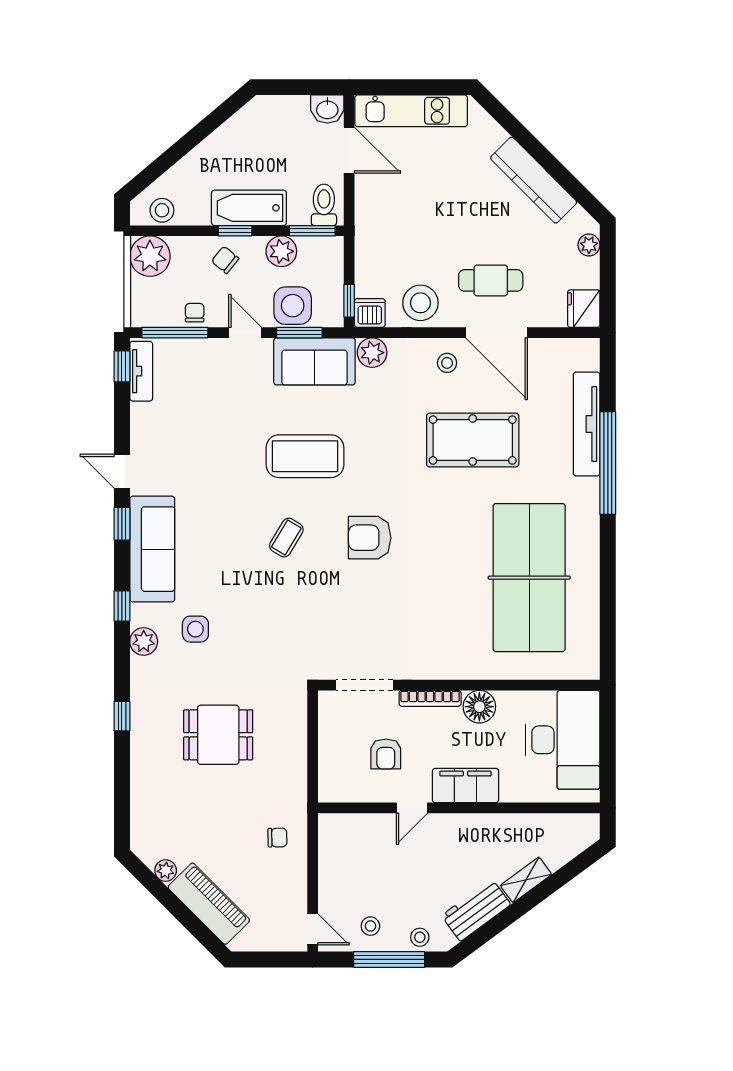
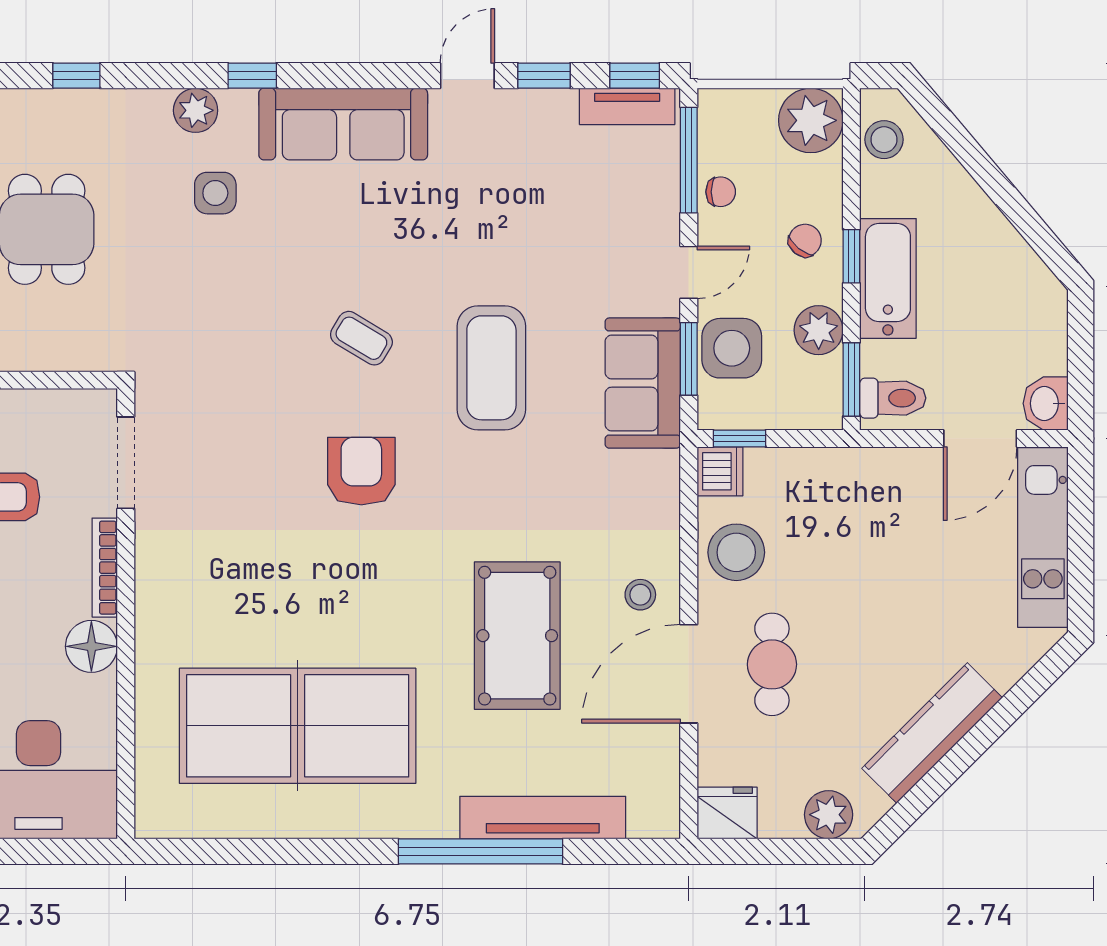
plant: (589, 245) -> (829, 815), width x1.38, depth x1.38
plant: (372, 353) -> (657, 475), removed
window: (122, 524) -> (544, 76), moved

